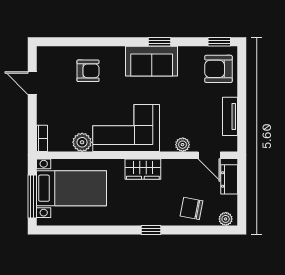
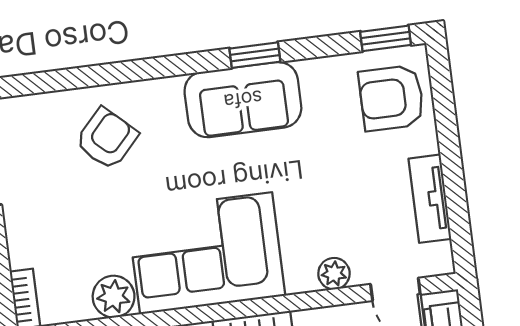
armchair: (88, 71) -> (107, 139), turned -47

